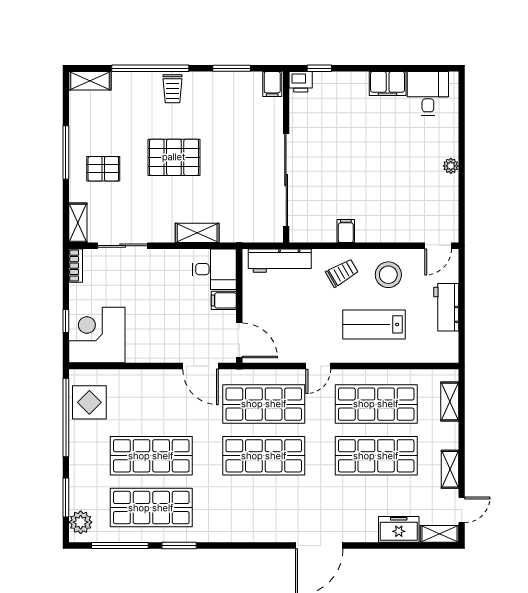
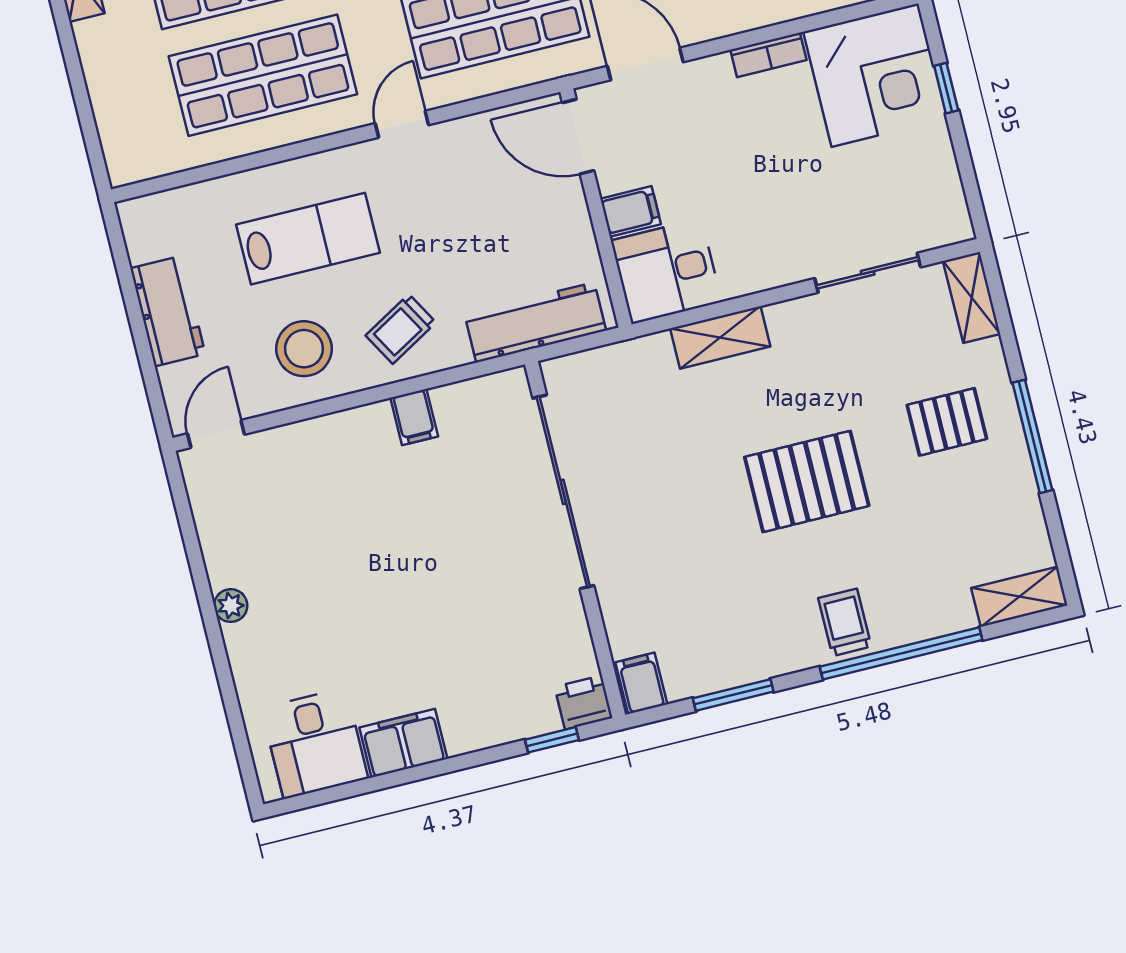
bookcase: (76, 266) -> (768, 55), moved, turned -90
shelving: (450, 402) -> (112, 118), removed

